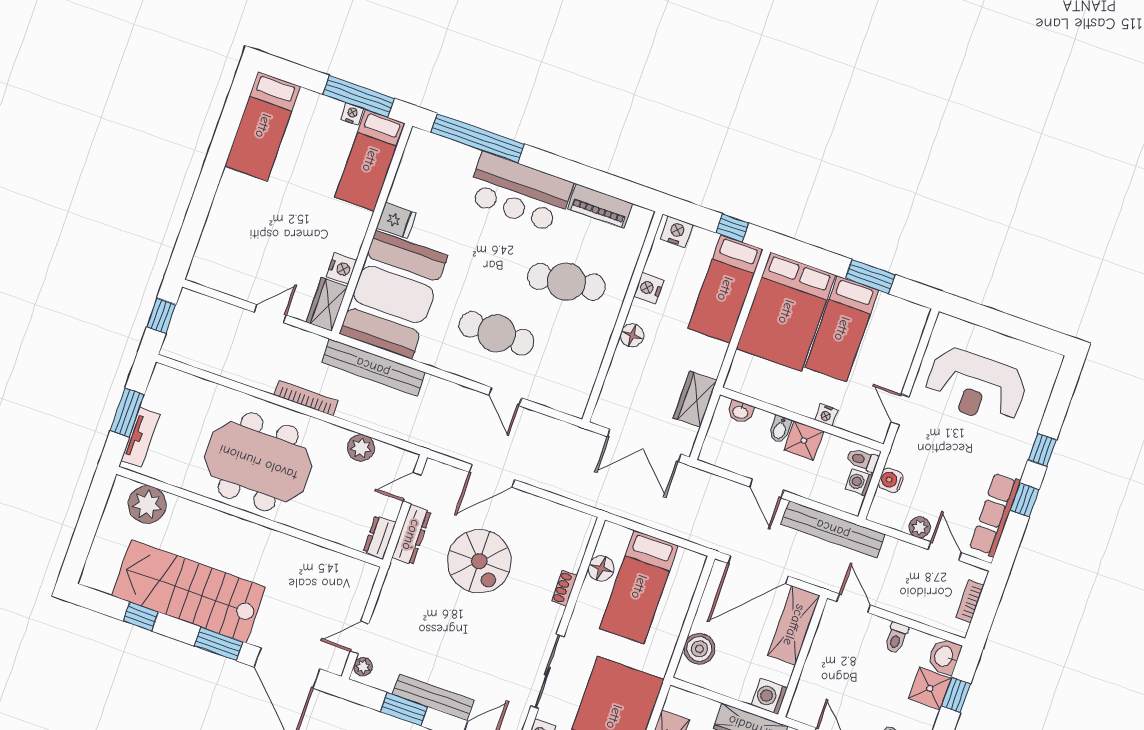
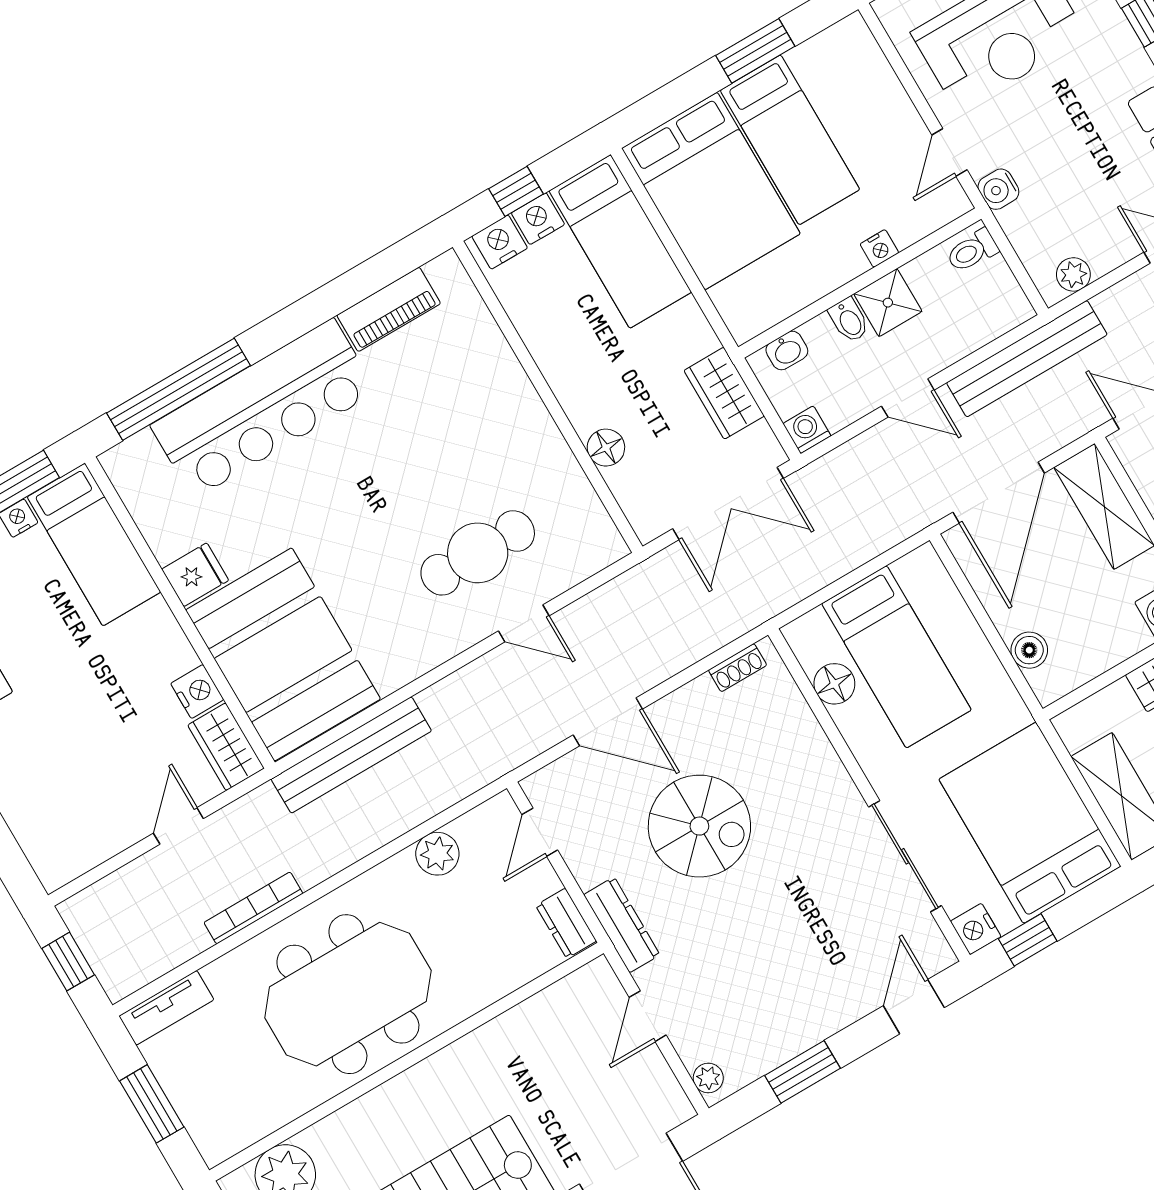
bar counter: (519, 192) -> (264, 408), width x1.36
window: (732, 228) -> (516, 191), moved
cafe table: (566, 282) -> (447, 429), removed
nightstand: (649, 288) -> (538, 219), moved, turned 90
cafe table: (497, 333) -> (478, 553), moved
floor lamp: (632, 335) -> (606, 448), moved
bookcase: (306, 398) -> (253, 908), moved
door: (900, 410) -> (949, 152), hinge flipped
tv unit: (140, 437) -> (166, 1008), moved, turned 90
door: (492, 476) -> (608, 722), hinge flipped
water cooler: (891, 480) -> (998, 189), moved
washing machine: (859, 482) -> (807, 430), moved, turned 90
plant: (920, 527) -> (1073, 274), moved
dresser: (411, 535) -> (622, 925), moved
shoe rack: (564, 588) -> (738, 668), moved, turned -90
door: (360, 637) -> (648, 1016), moved
boiler: (699, 649) -> (1029, 650), width x0.73, depth x0.73
bench: (433, 697) -> (818, 1024), removed

